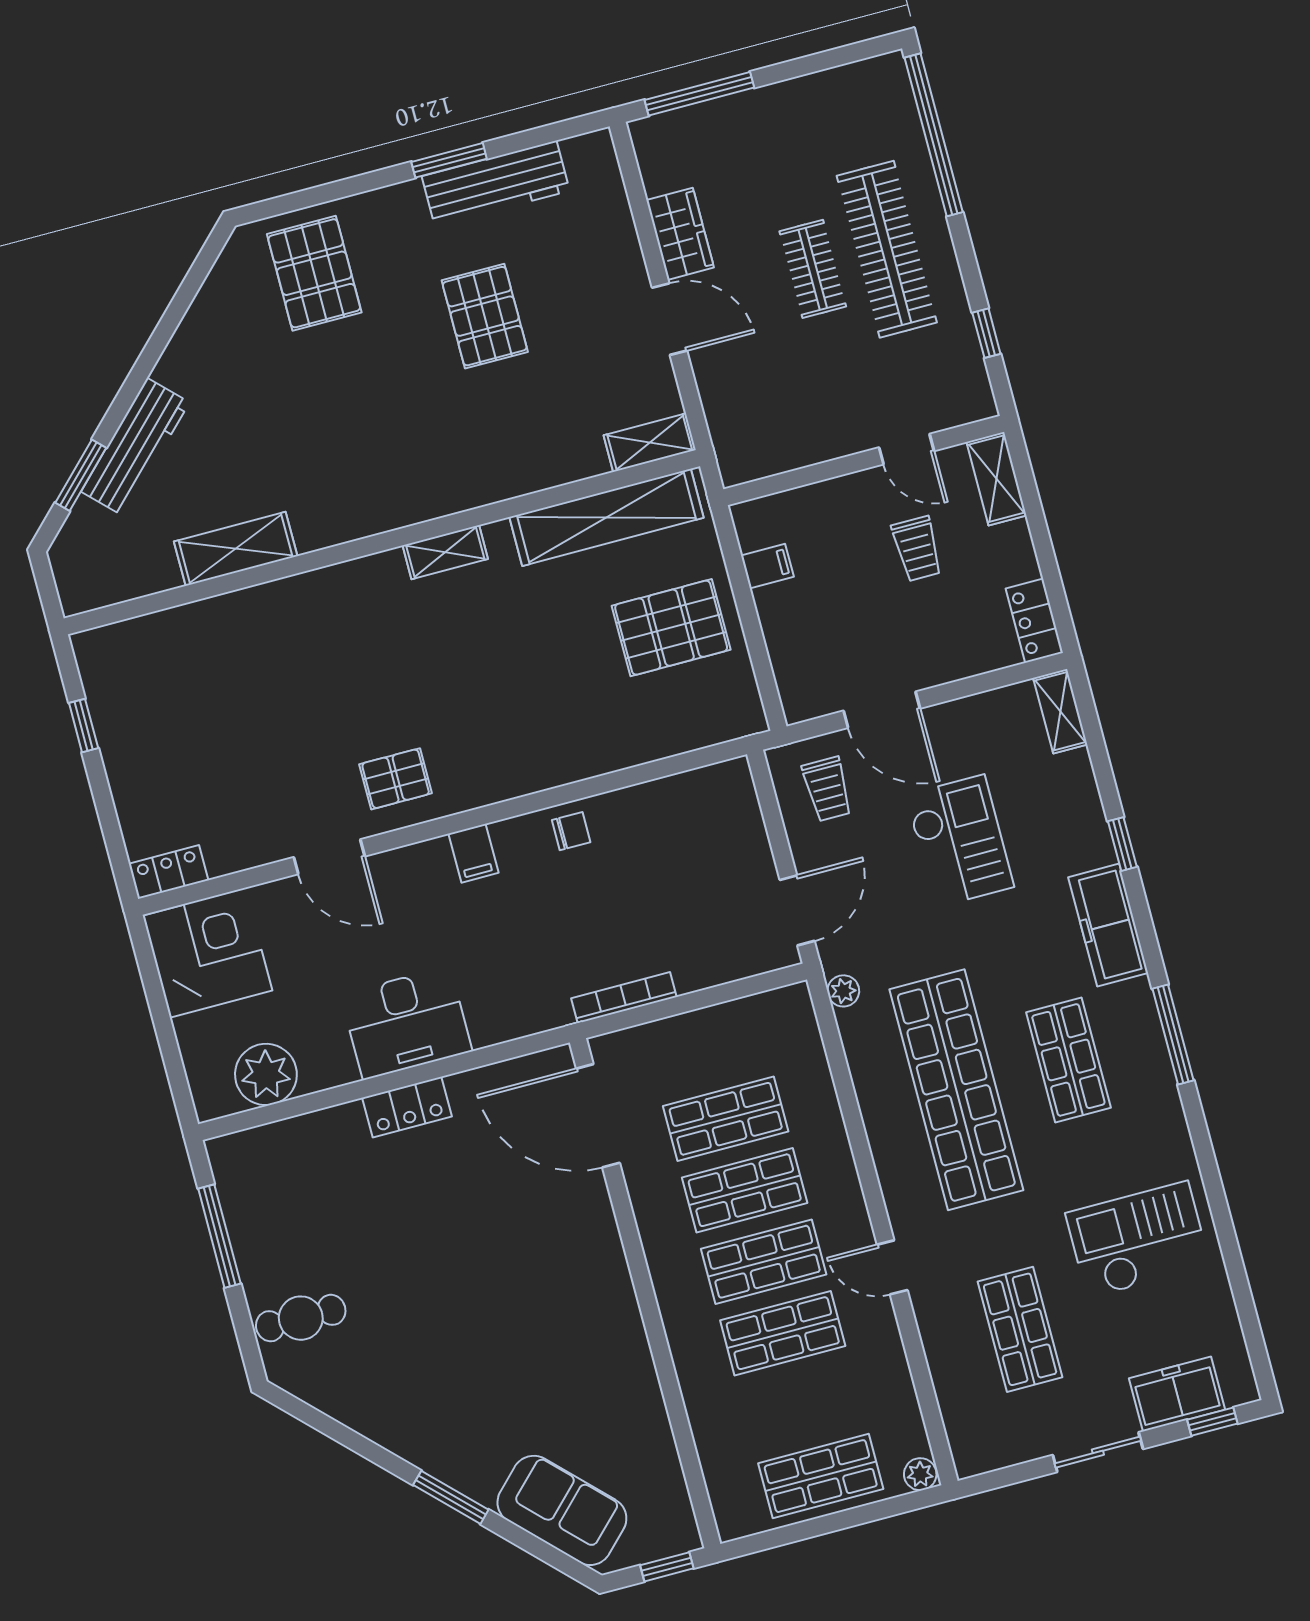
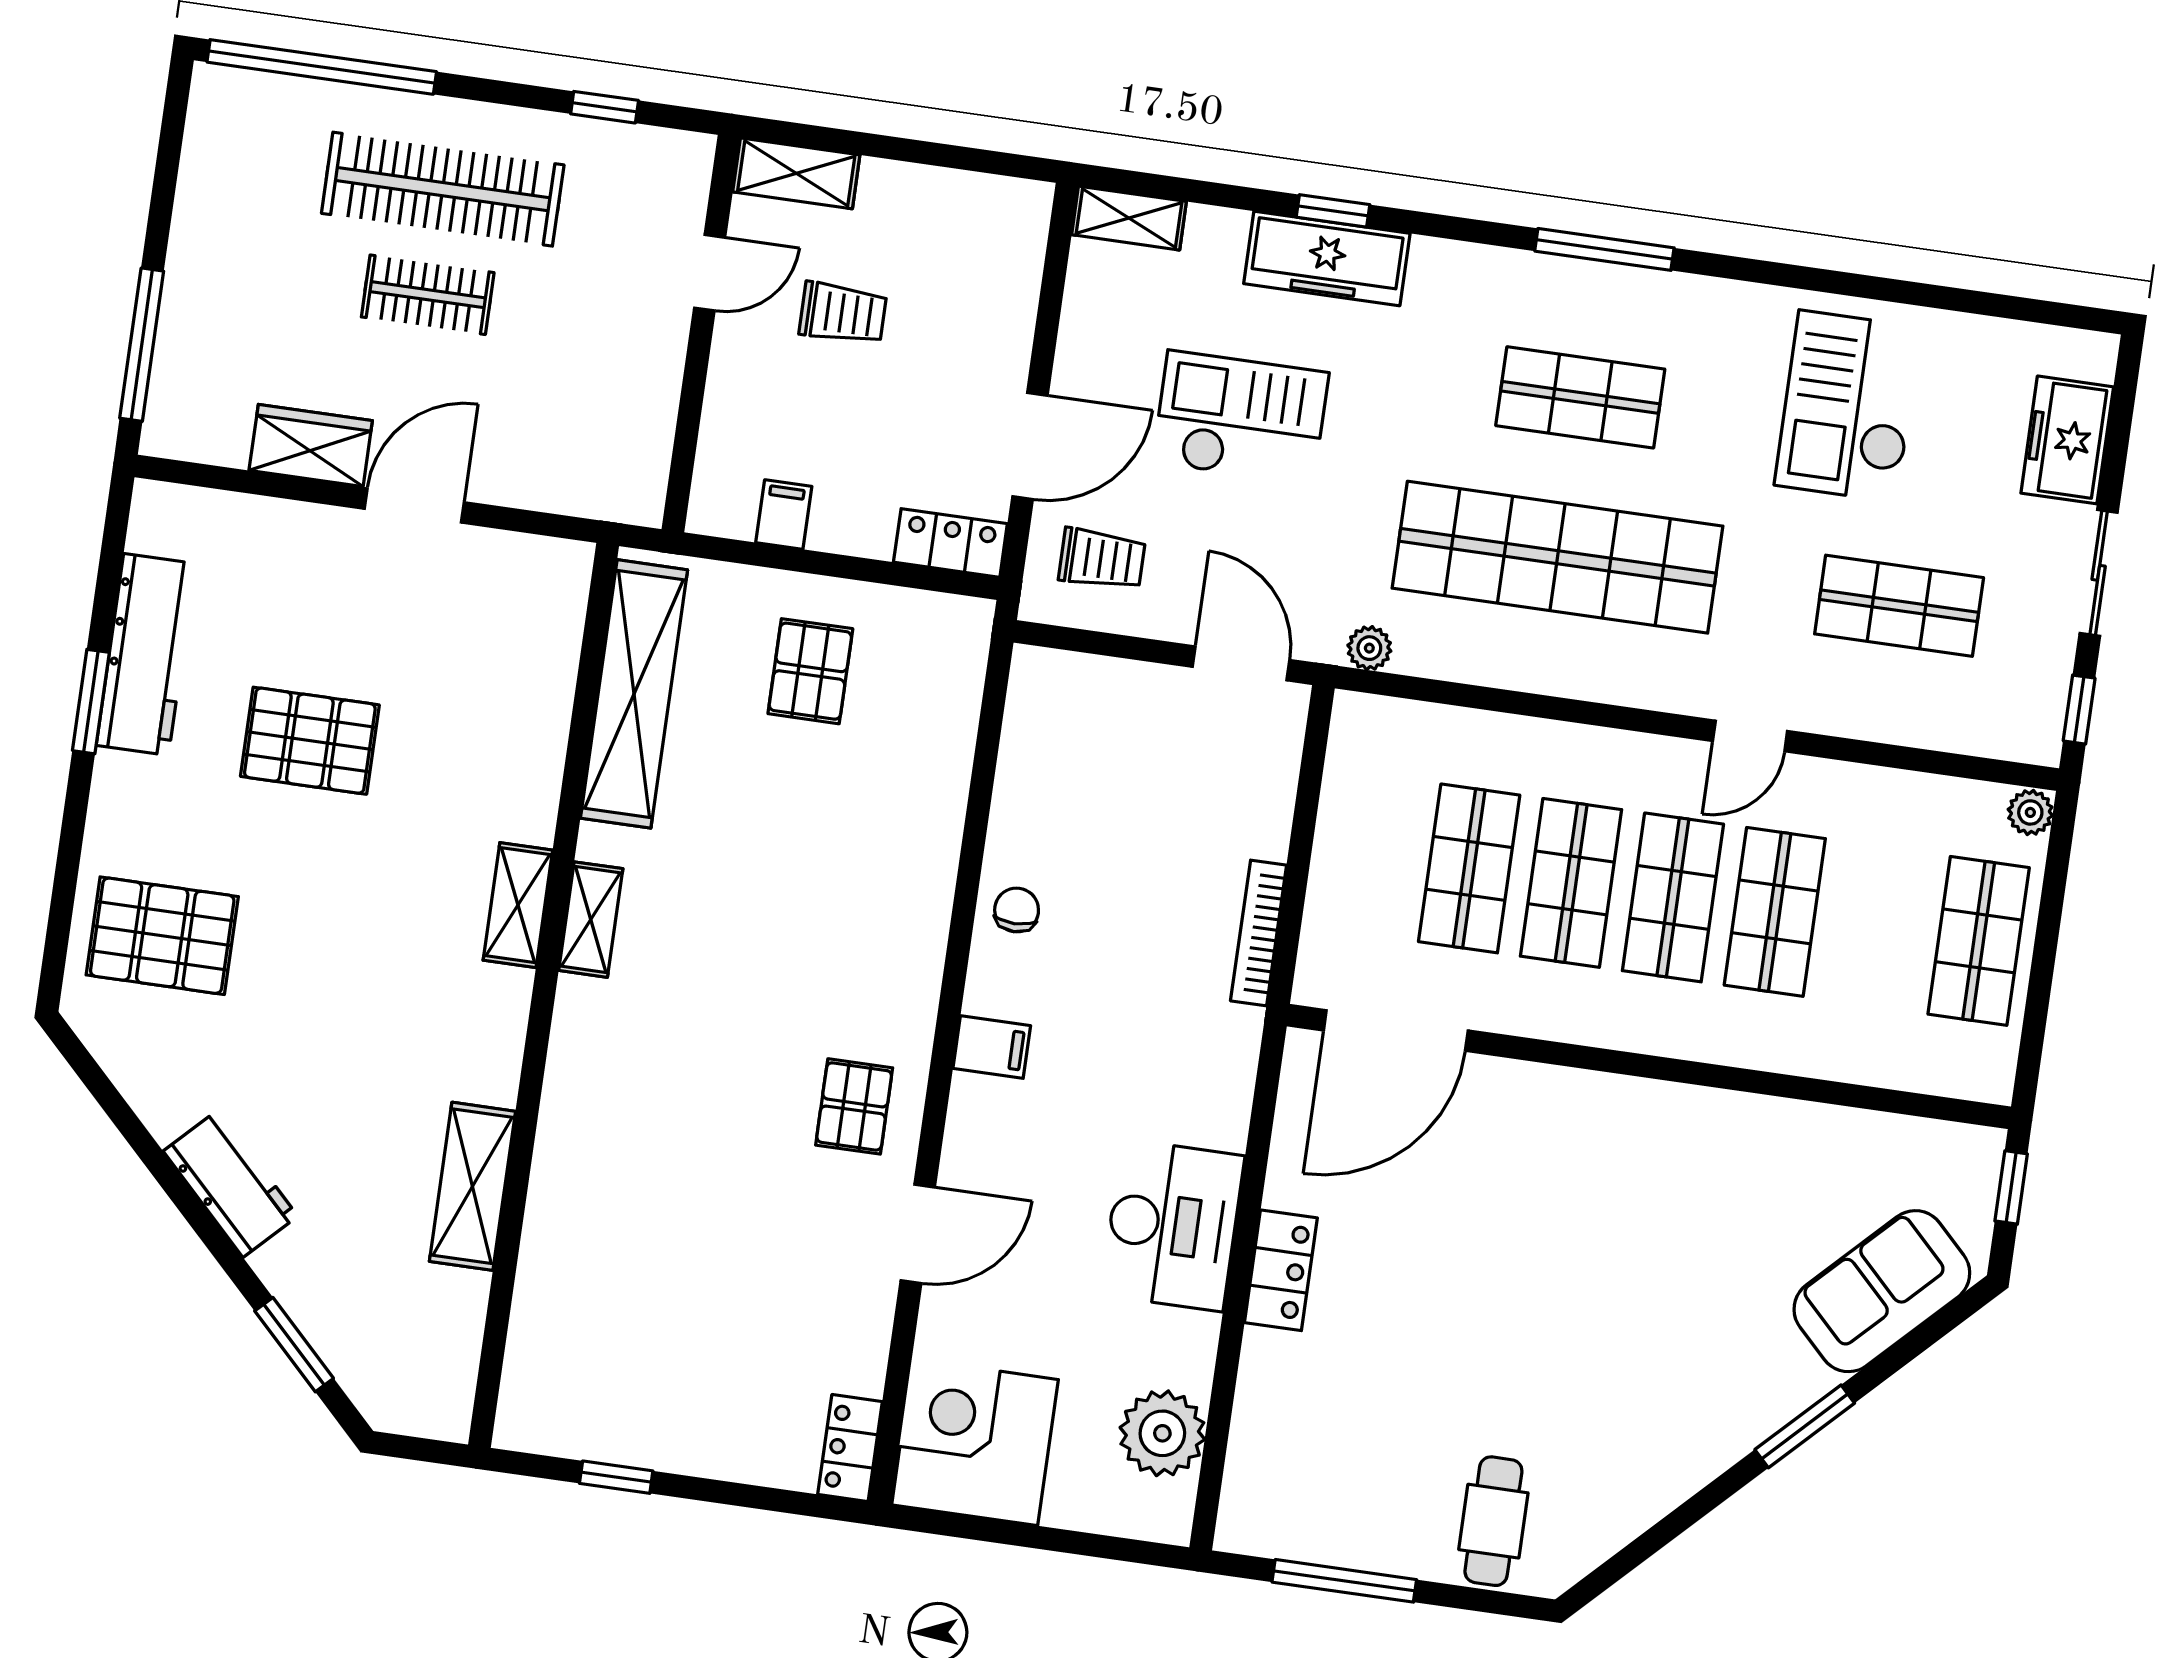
shelving: (650, 443) -> (518, 905), moved
workbench: (135, 447) -> (230, 1184), moved, width x0.73
locker: (1034, 621) -> (950, 543), moved, turned 180
pallet: (671, 628) -> (810, 671), width x0.67, depth x0.71
freezer: (1108, 925) -> (1327, 258), moved
window: (1212, 1422) -> (2079, 710), moved

